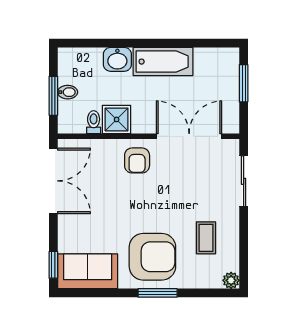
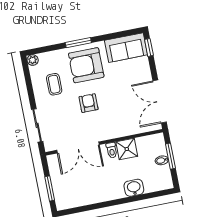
bathtub: (163, 62) -> (104, 192), removed
toilet: (94, 122) -> (112, 150), moved
armchair: (137, 160) -> (89, 103), moved

